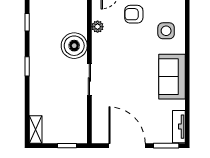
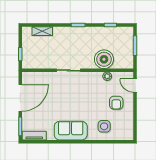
armchair: (134, 14) -> (116, 103), turned 180
boiler: (74, 46) -> (104, 59), moved
shelving: (36, 130) -> (42, 31), moved

